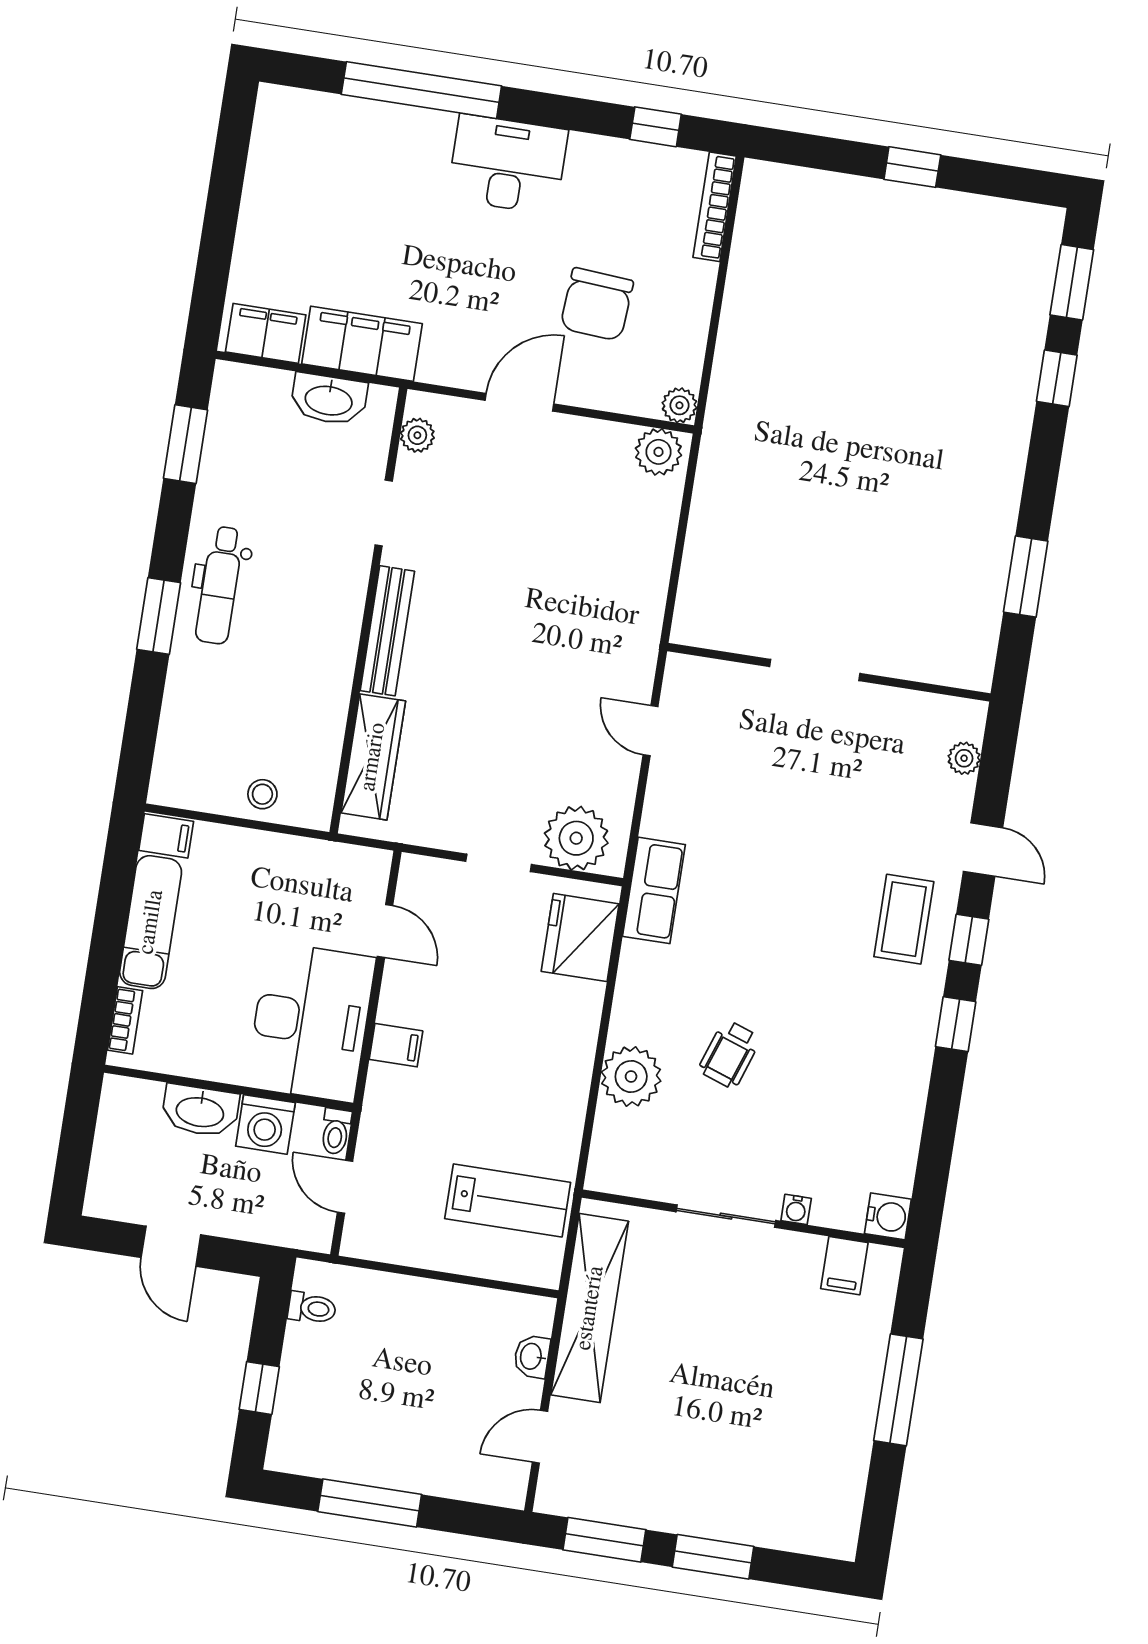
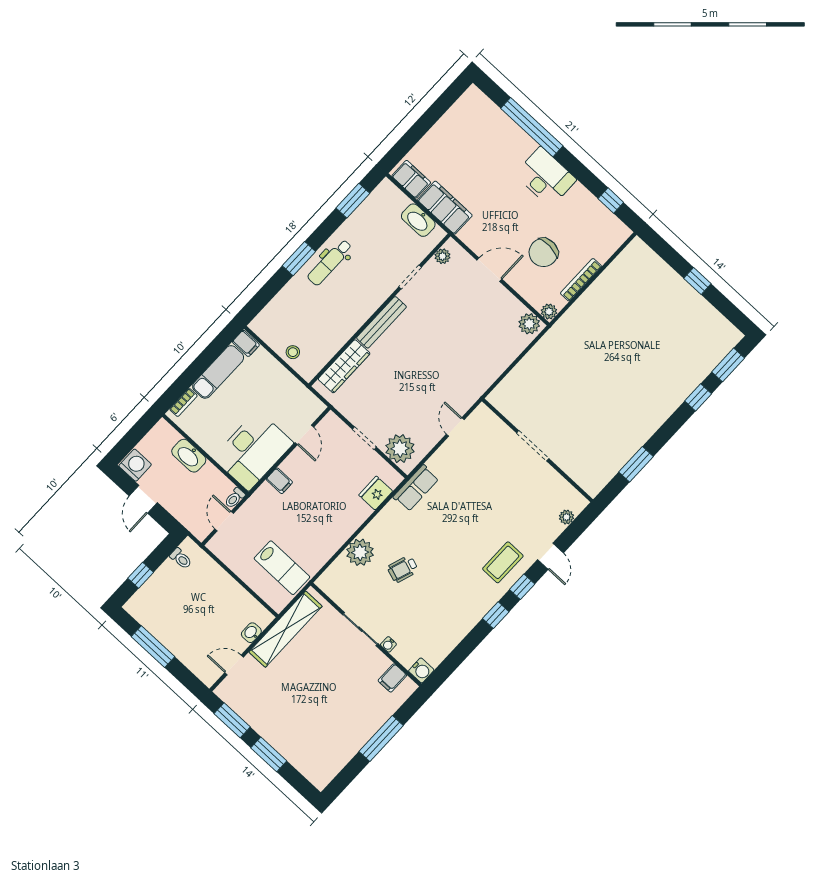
bookcase: (715, 207) -> (581, 280), moved
fridge: (580, 938) -> (376, 493), width x0.73, depth x0.75
washing machine: (265, 1124) -> (135, 465), moved, turned 180

